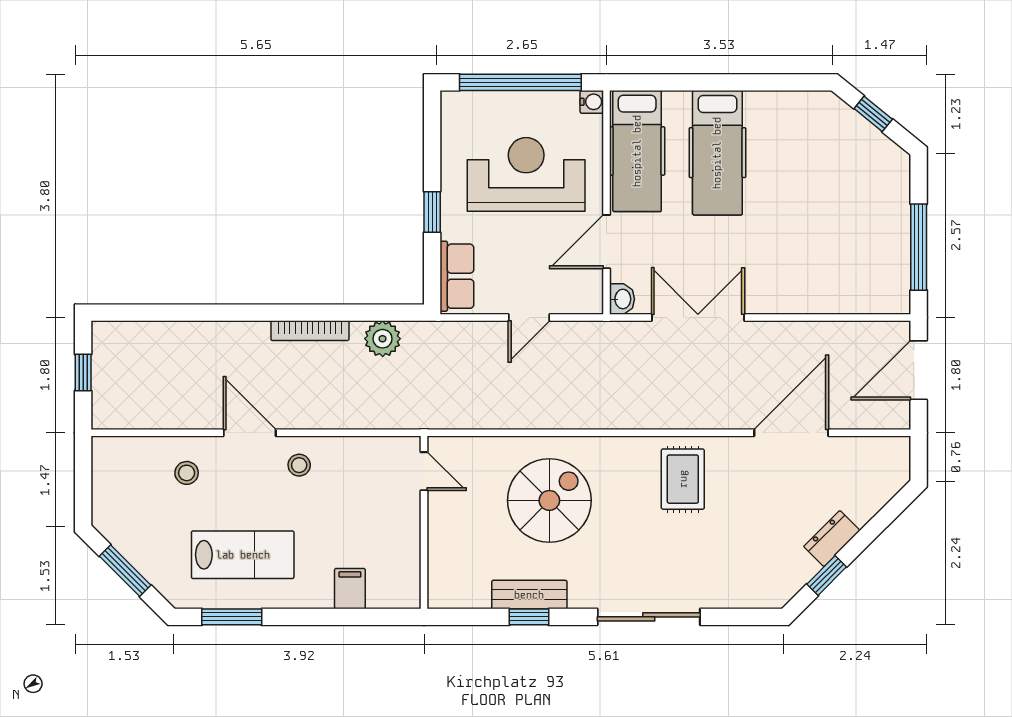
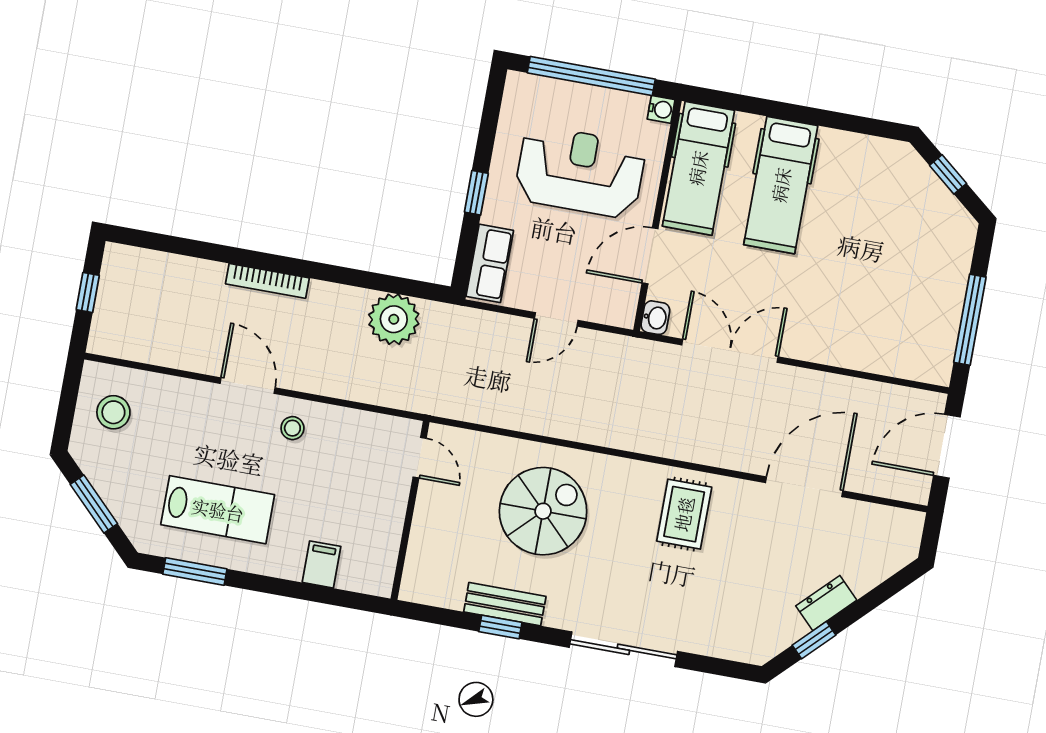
bookcase: (310, 331) -> (267, 281), moved
plant: (383, 339) -> (394, 319), width x1.36, depth x1.36
stool: (187, 473) -> (113, 412), moved, width x1.37, depth x1.37

